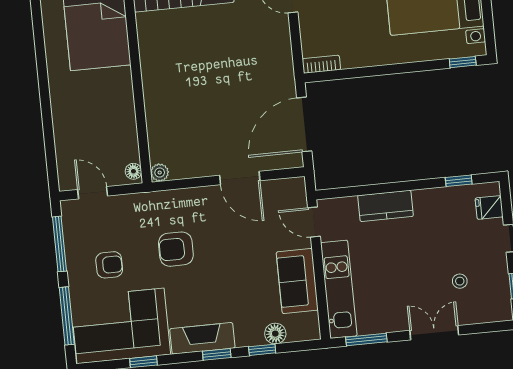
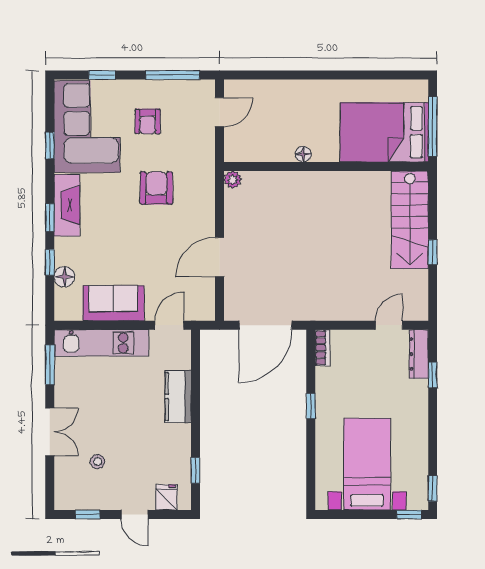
window: (463, 62) -> (311, 406), moved
door: (304, 124) -> (265, 325), swing flipped
floor lamp: (133, 171) -> (303, 154), moved
window: (67, 316) -> (102, 75), width x0.46

